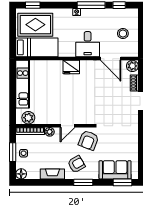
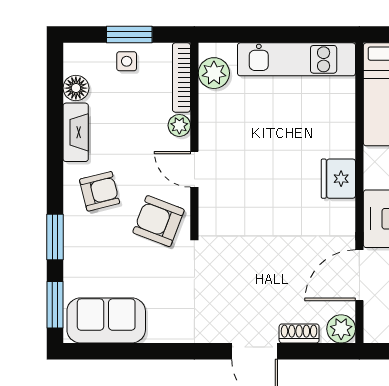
armchair: (76, 164) -> (100, 191), turned -74
sofa: (115, 170) -> (106, 320), moved, turned -90
floor lamp: (21, 174) -> (76, 88), moved
window: (83, 182) -> (55, 237), moved

